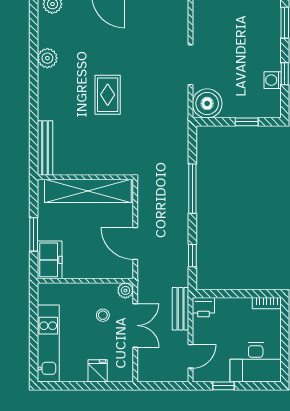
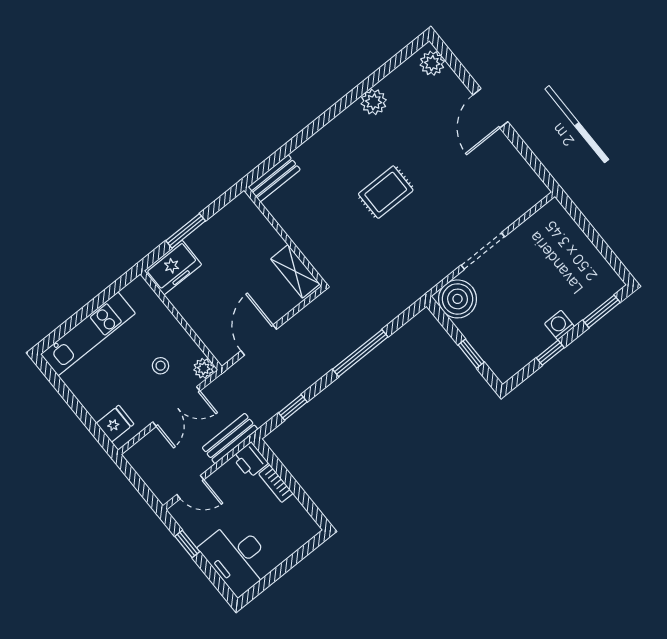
washing machine: (273, 80) -> (559, 325), moved
bench: (45, 148) -> (274, 178), width x0.73
shelving: (88, 191) -> (295, 271), width x0.45, depth x0.75
bookcase: (267, 303) -> (276, 484), moved
fridge: (98, 371) -> (115, 424), moved

